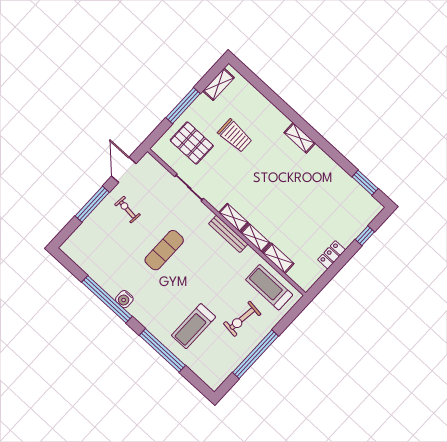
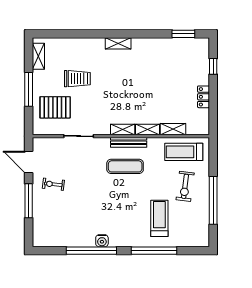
exercise mat: (164, 250) -> (125, 166), moved, turned 90
treadmill: (193, 326) -> (159, 218), turned 180

